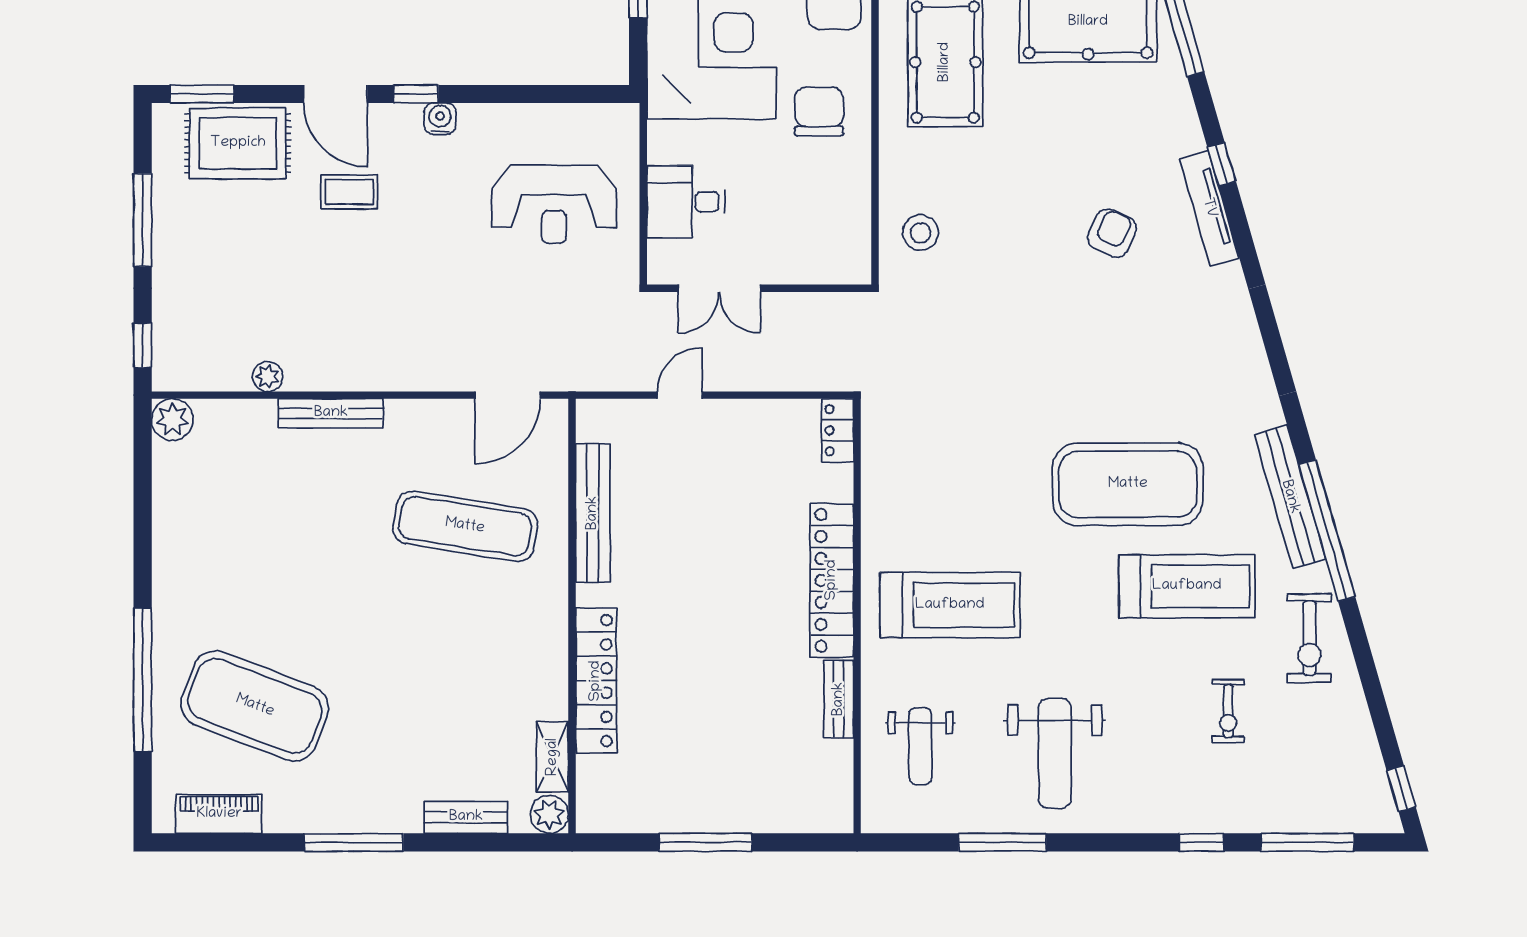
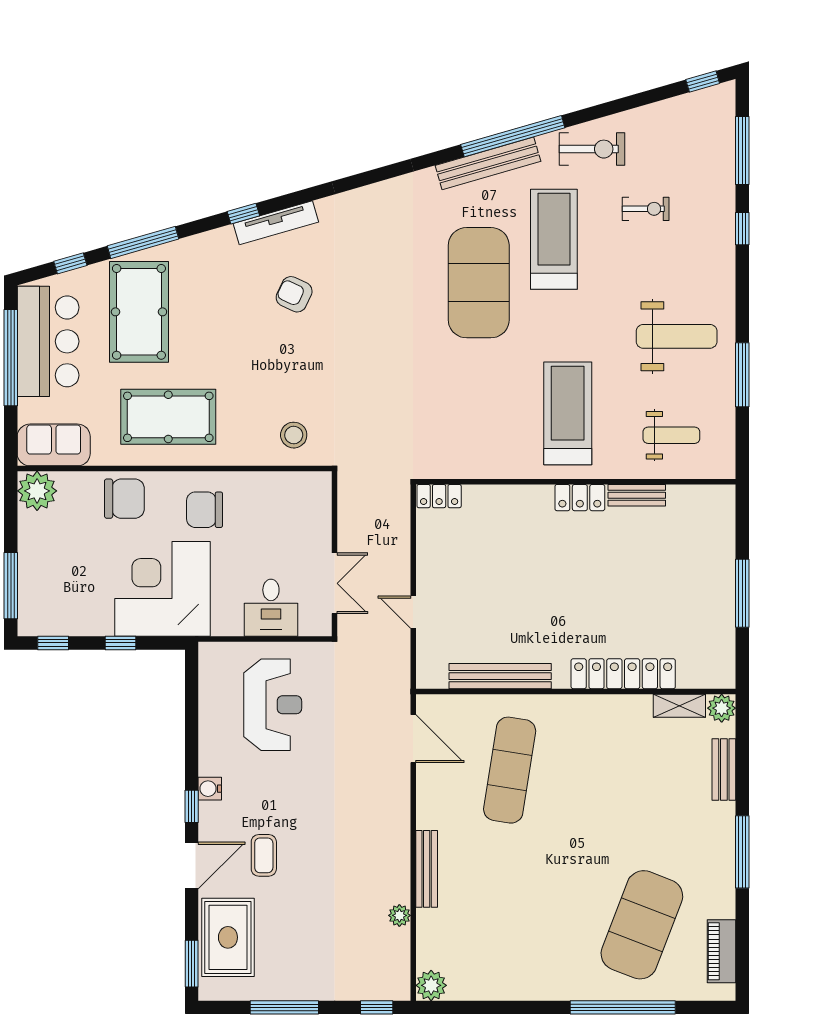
locker: (832, 580) -> (580, 498), width x0.46, depth x0.83

